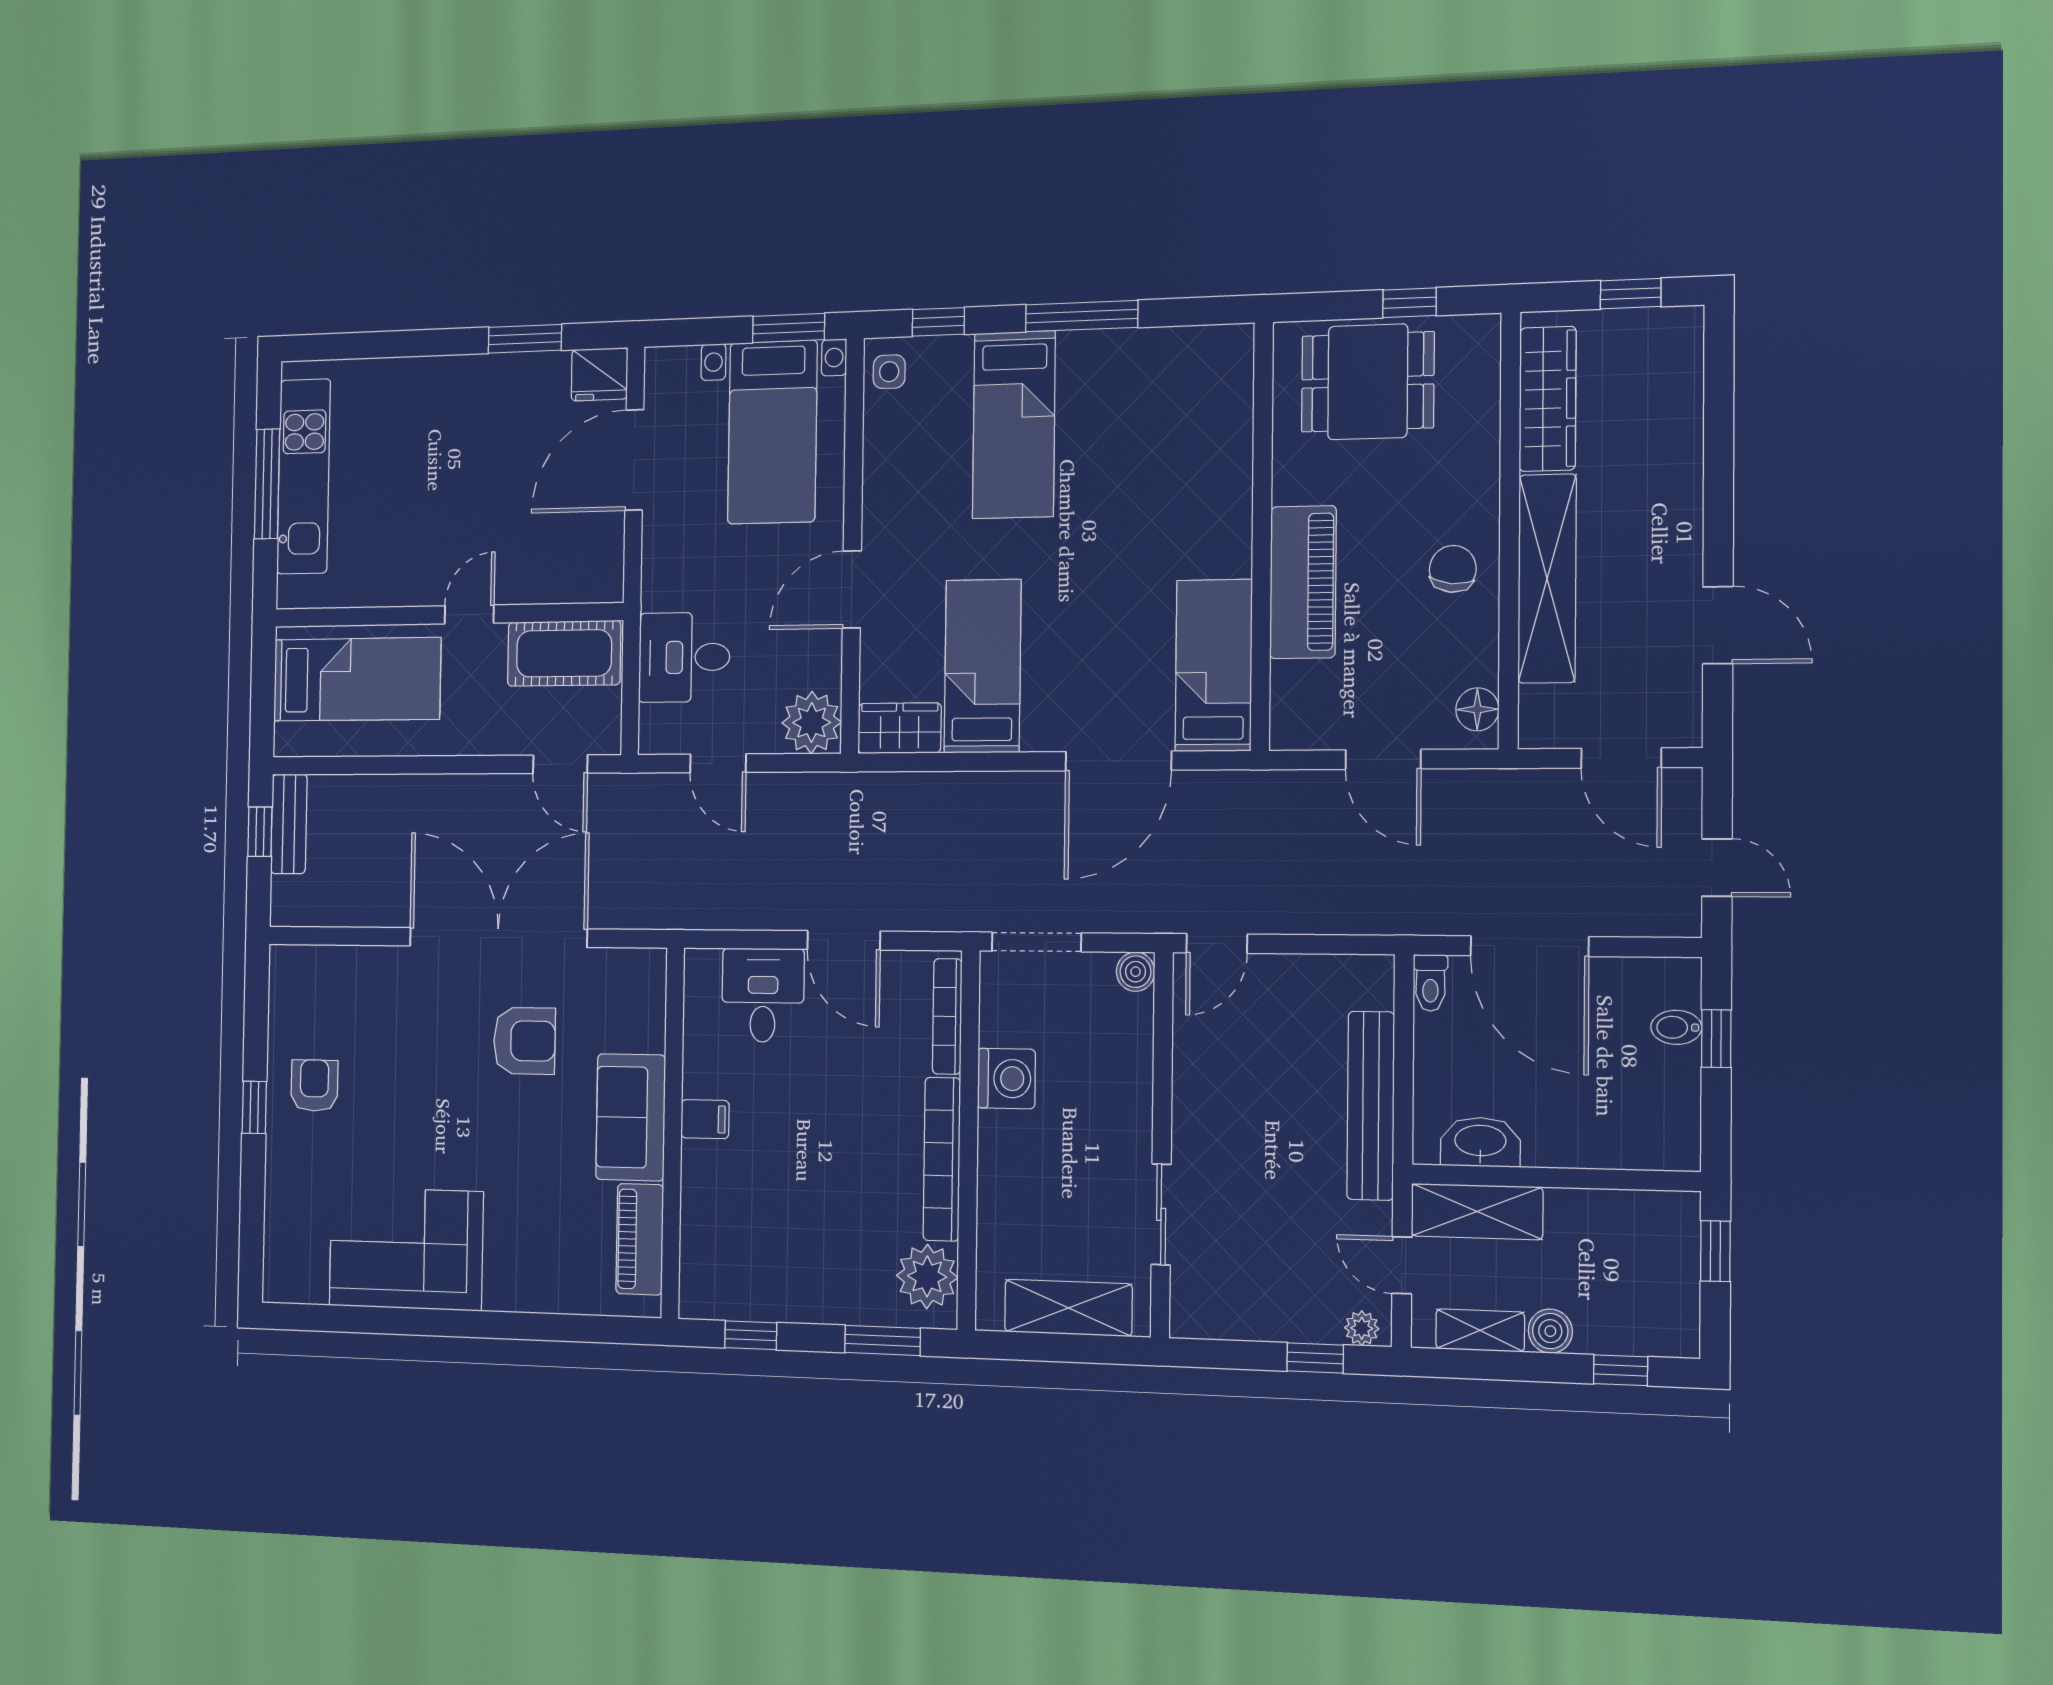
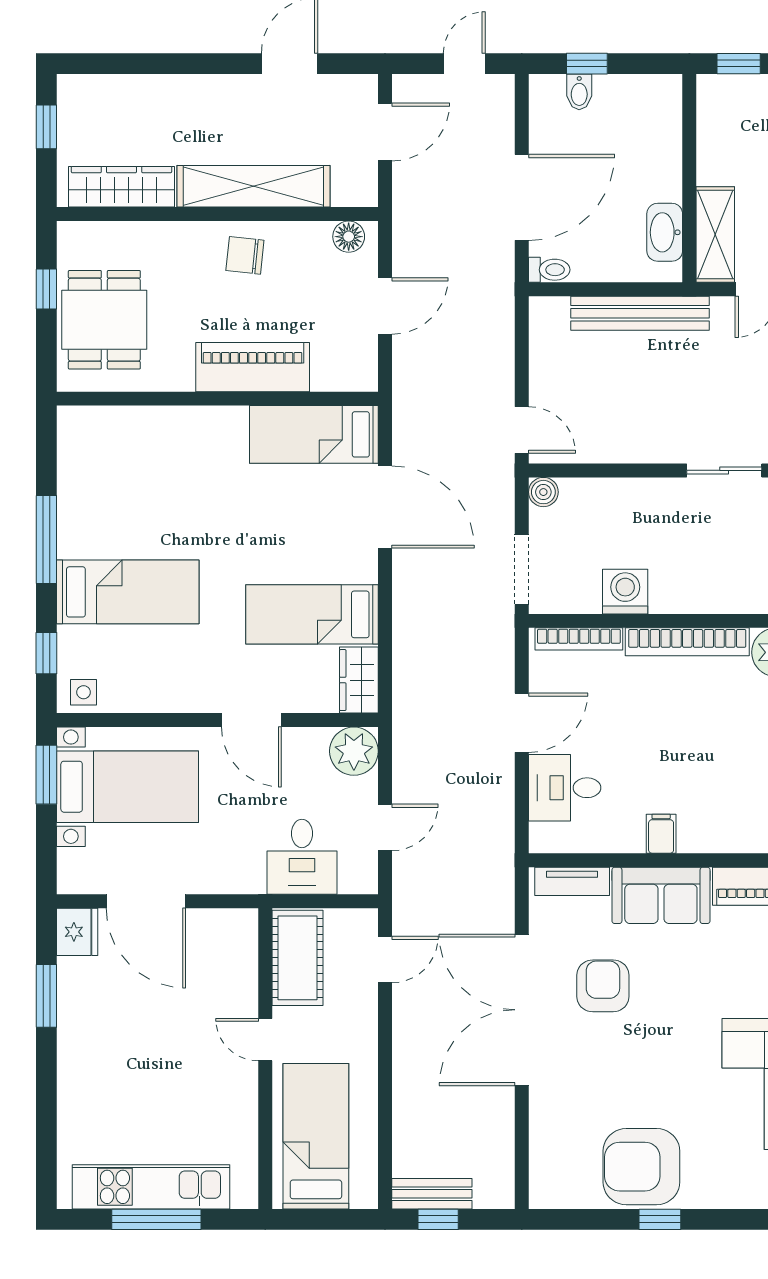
tv unit: (649, 1003) -> (572, 881), added
armchair: (314, 1086) -> (641, 1167), width x1.88, depth x1.88

